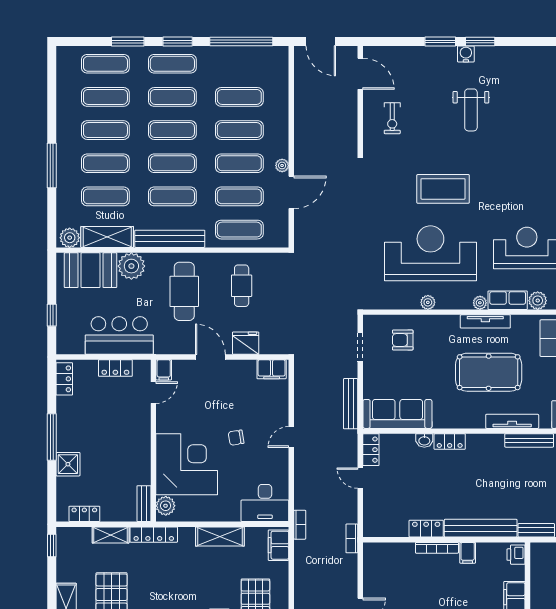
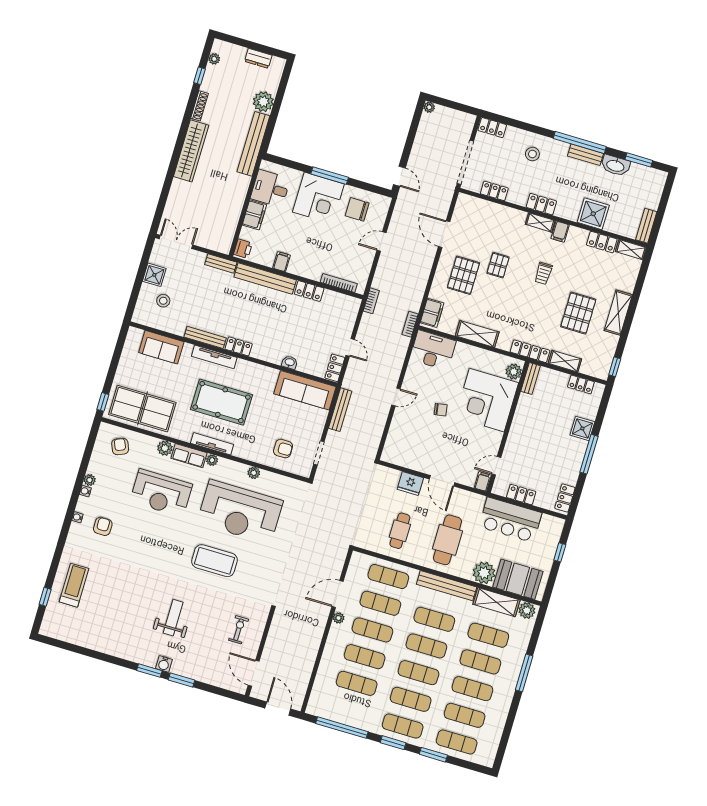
filing cabinet: (272, 369) -> (396, 456), removed
locker: (450, 442) -> (239, 346), moved
bookcase: (437, 548) -> (339, 283), moved

